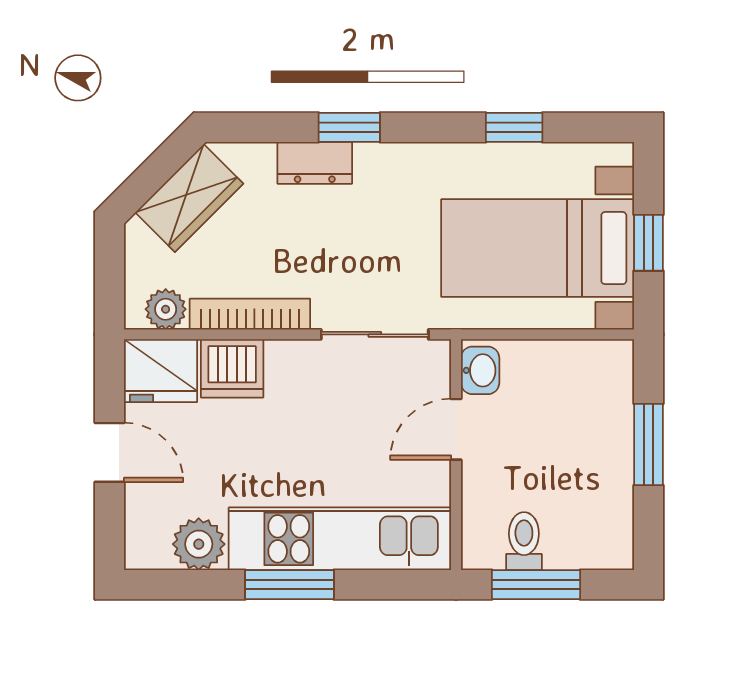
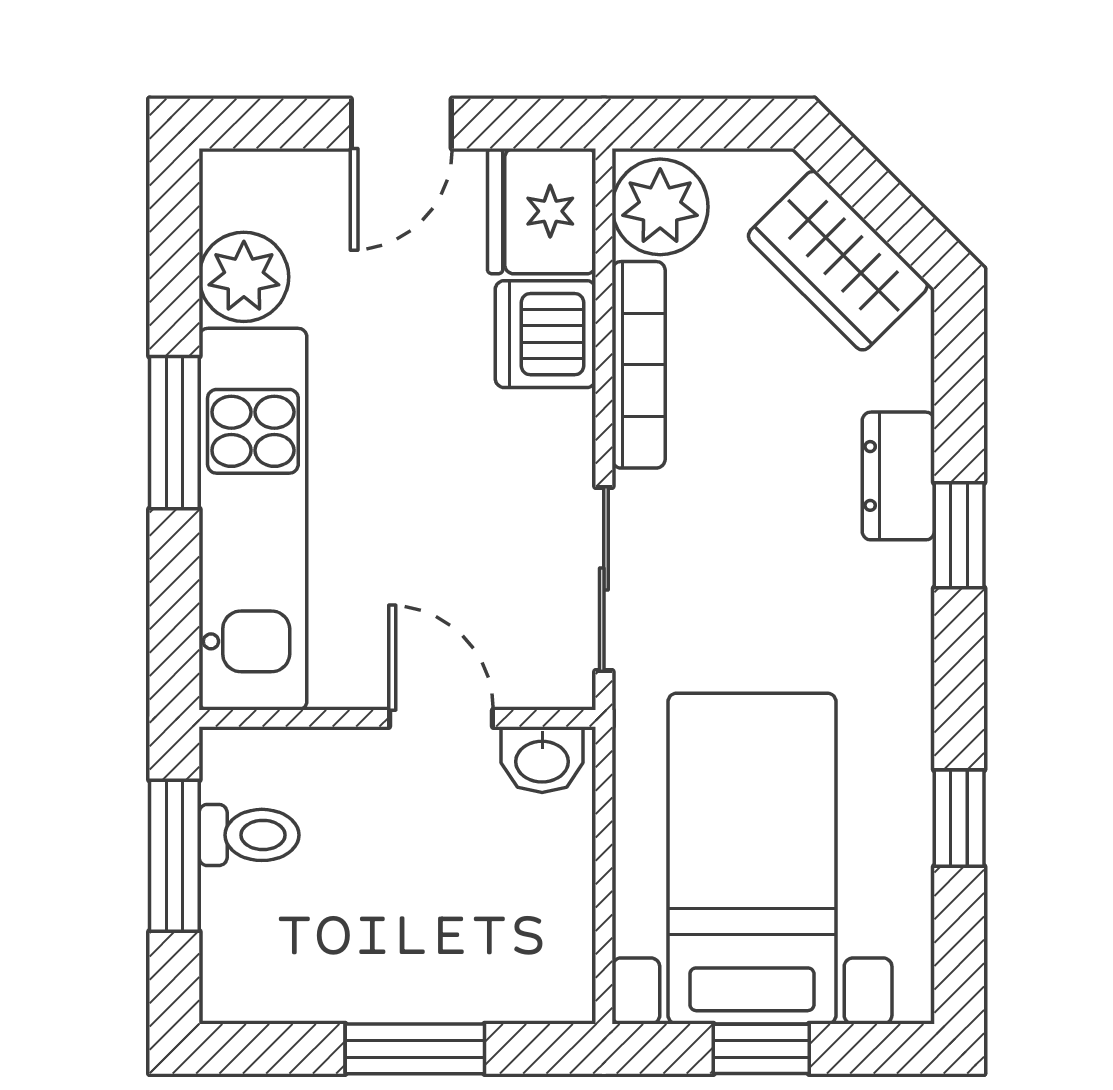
plant: (166, 309) -> (660, 207), width x1.38, depth x1.38

